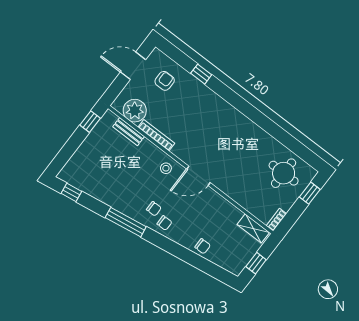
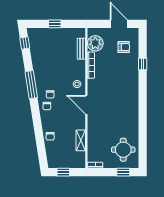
window: (90, 122) -> (55, 24), moved
shelving: (253, 228) -> (81, 140), moved

